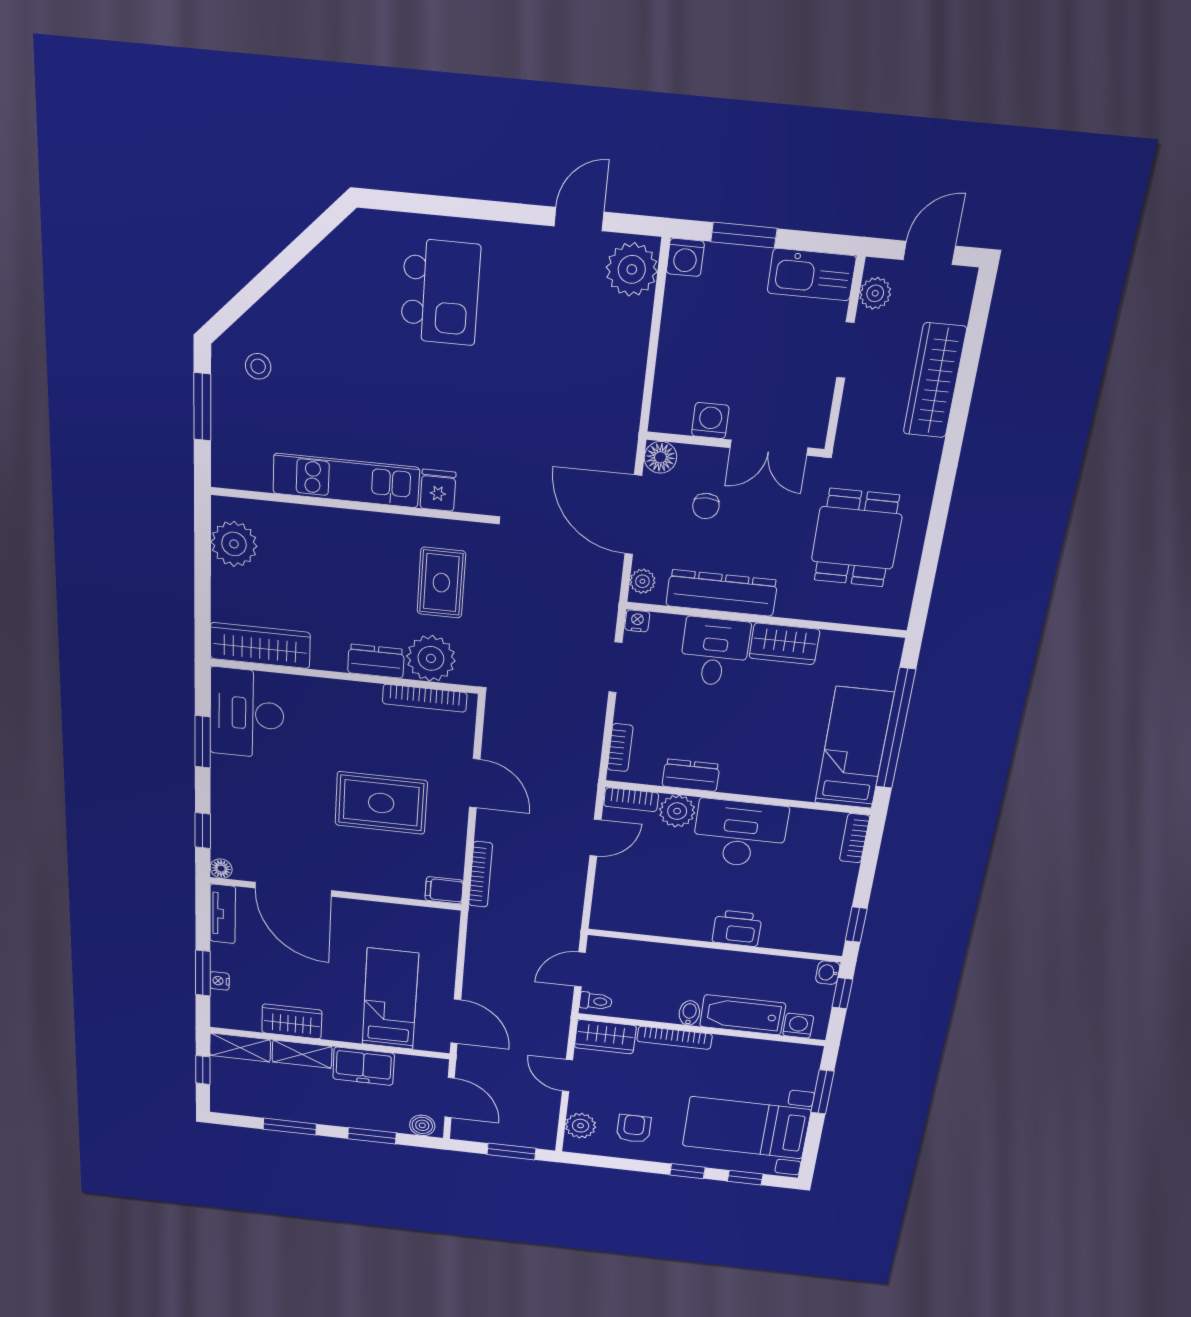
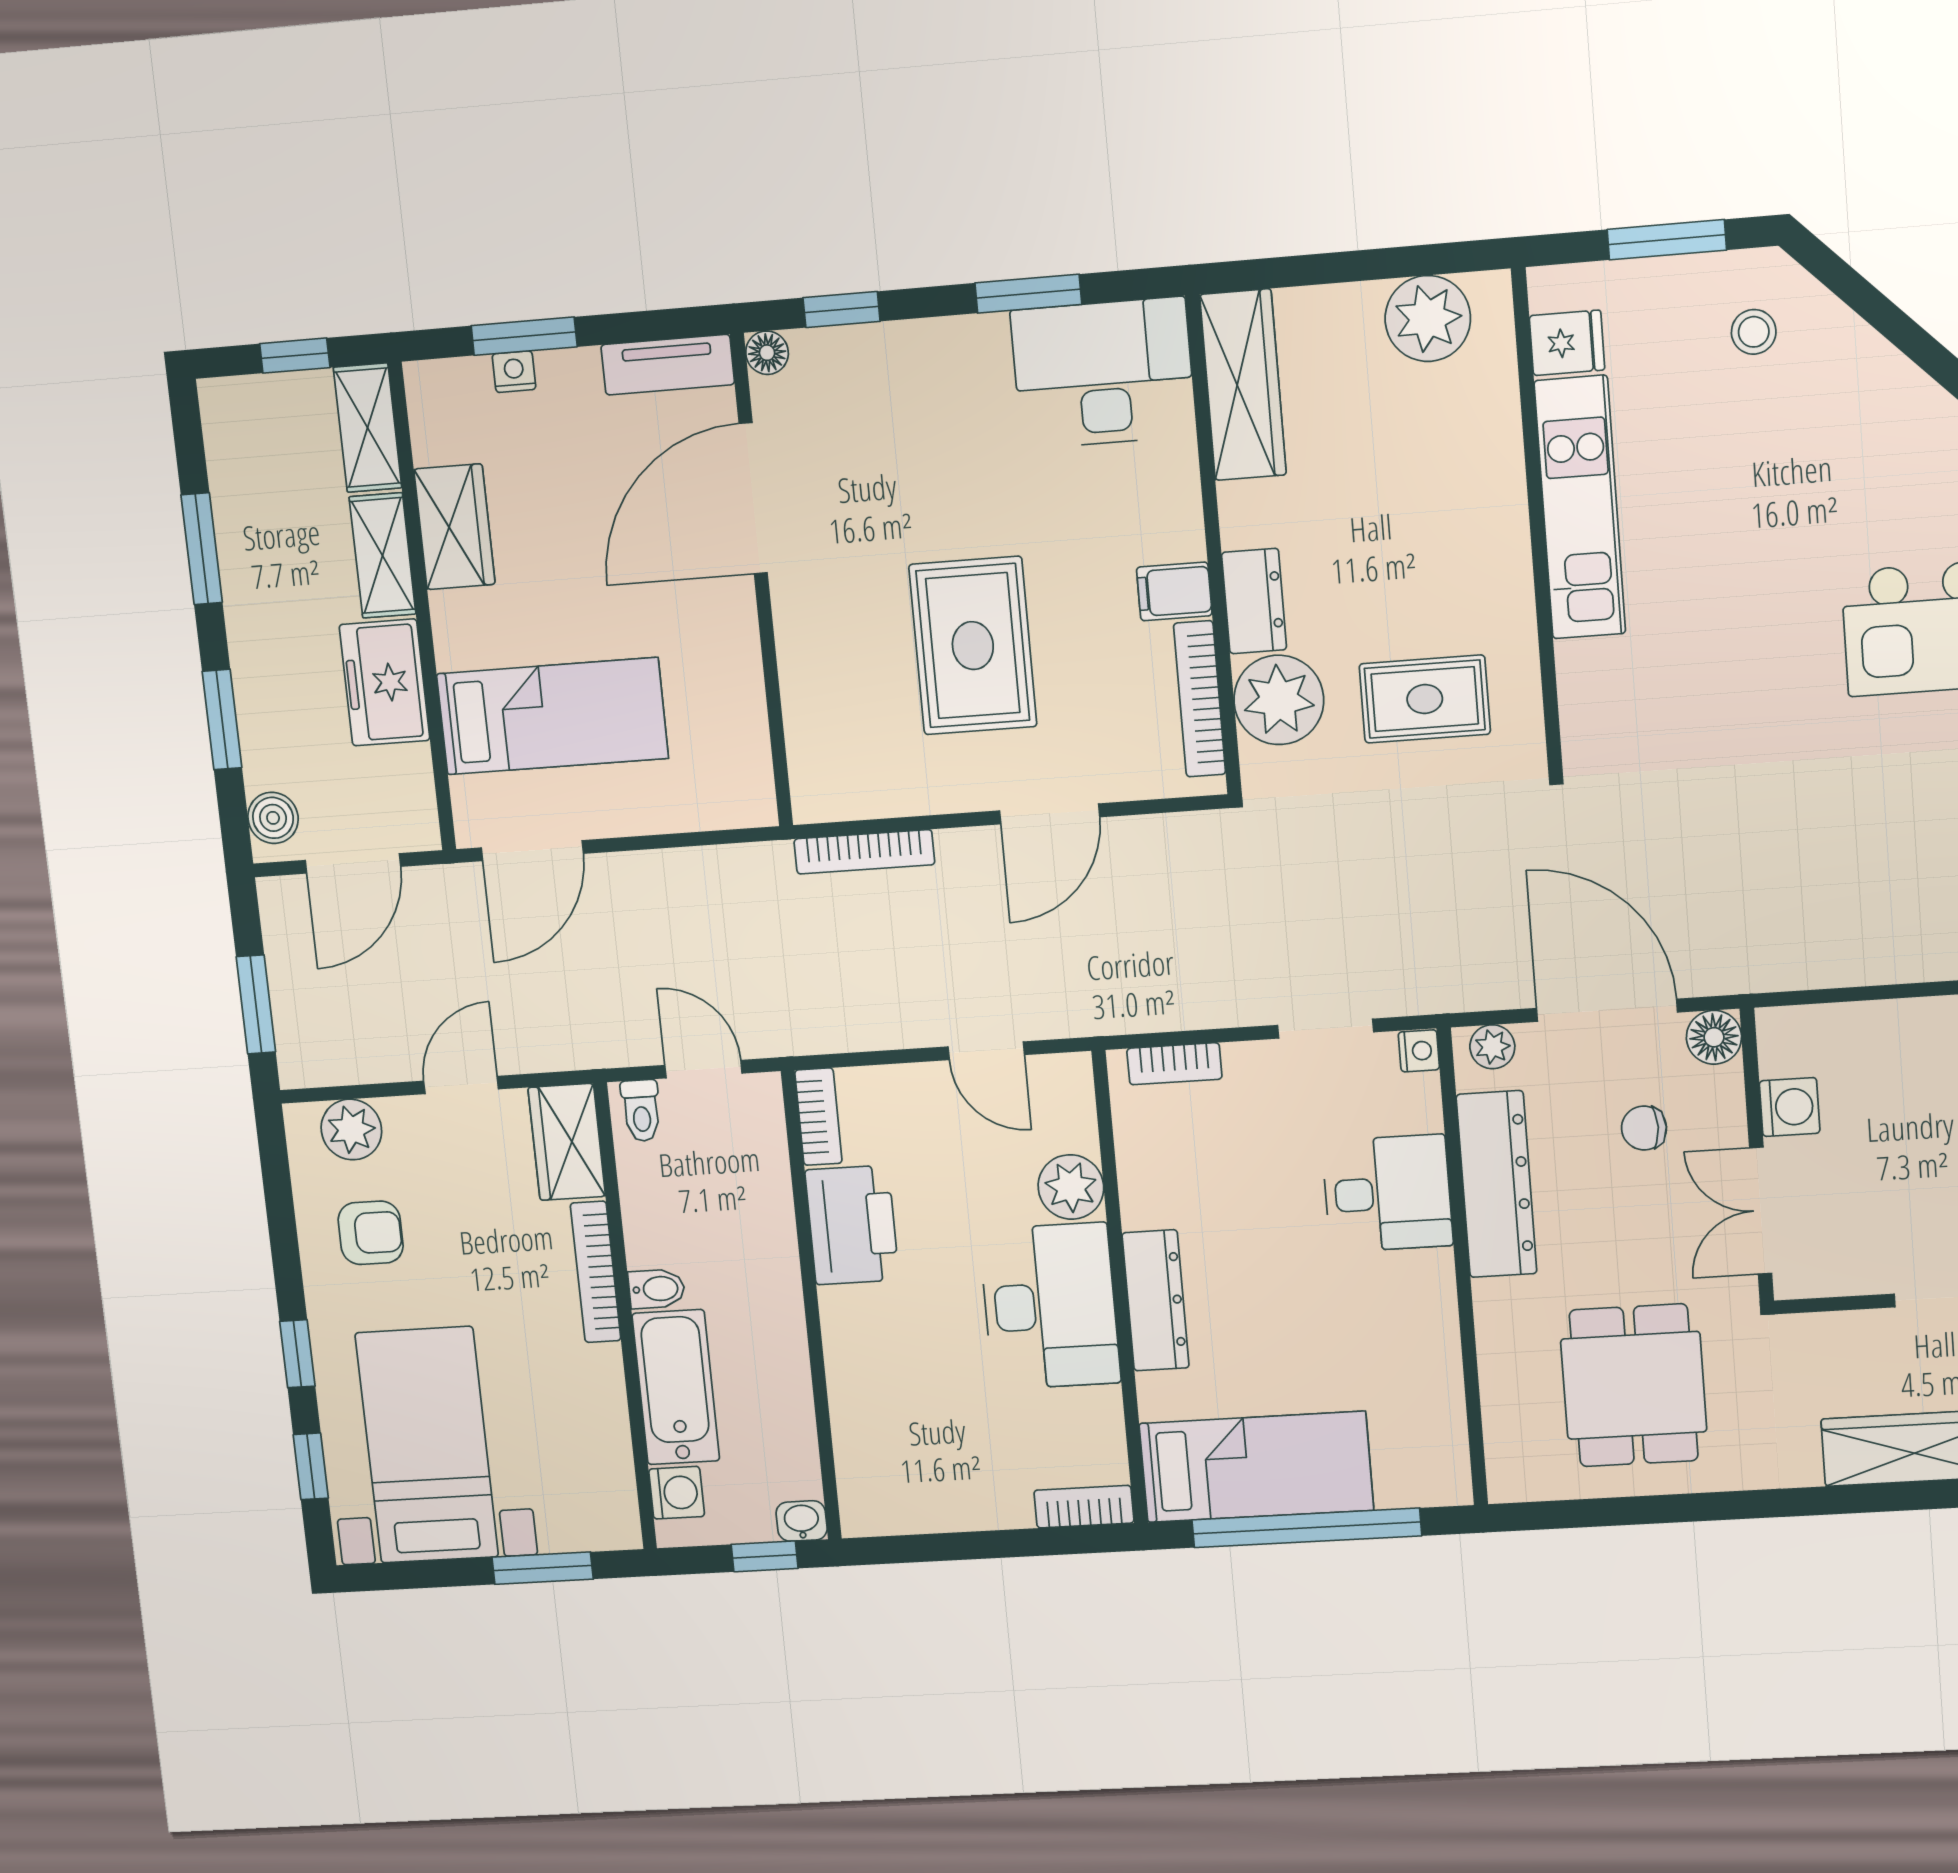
fridge: (438, 490) -> (1567, 343), moved
door: (633, 515) -> (1607, 1010), hinge flipped
dining table: (857, 538) -> (1634, 1385), turned 90
wardrobe: (784, 644) -> (1425, 1308), removed
dresser: (691, 775) -> (1156, 1300), moved, width x1.44
bookcase: (631, 800) -> (818, 1117), moved, turned 180
filing cabinet: (444, 890) -> (1174, 591), moved, turned -90
window: (856, 925) -> (912, 1549), removed
printer: (737, 928) -> (852, 1225), moved, width x1.37, depth x1.19

